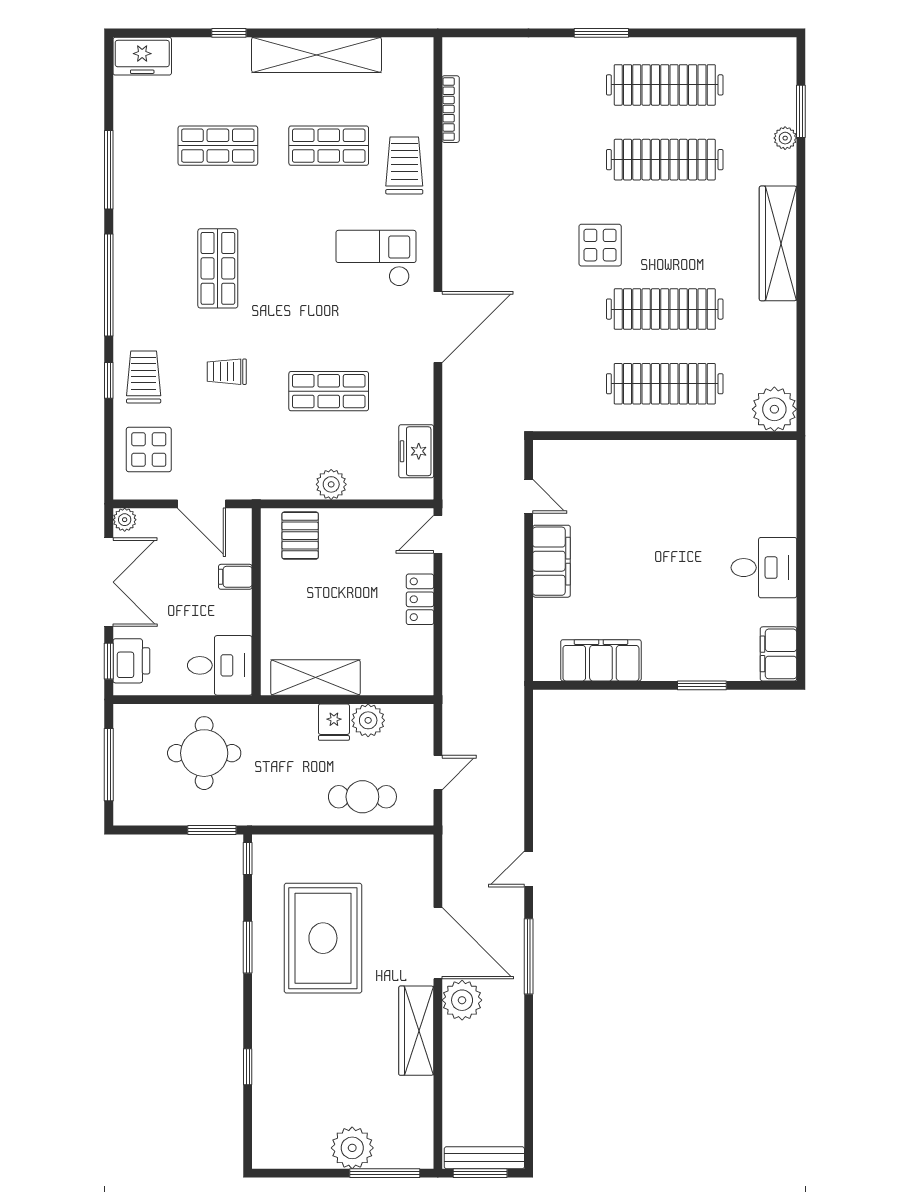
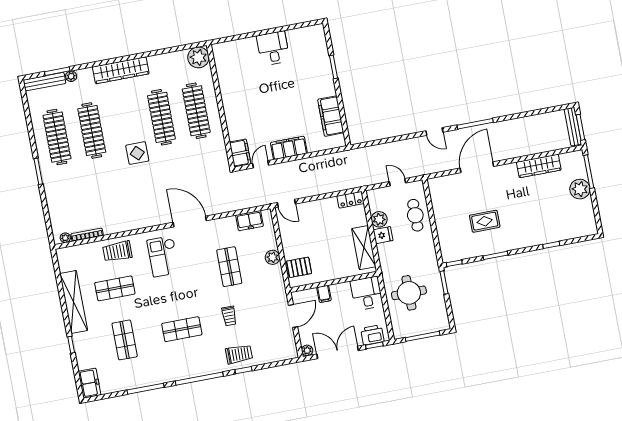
bench: (784, 81) -> (44, 82), added
shop shelf: (329, 146) -> (115, 288), turned 90
trolley: (144, 377) -> (239, 354), turned 180
display table: (149, 450) -> (272, 345), removed
locker: (420, 599) -> (350, 200), moved
filing cabinet: (778, 654) -> (240, 153), moved, turned -90
rug: (323, 938) -> (485, 221), width x0.54, depth x0.49
plant: (462, 1000) -> (65, 238), moved, width x0.53, depth x0.53
wardrobe: (416, 1031) -> (539, 166), moved

